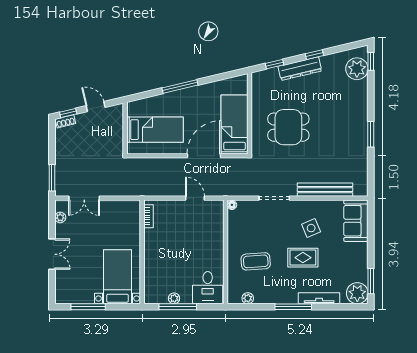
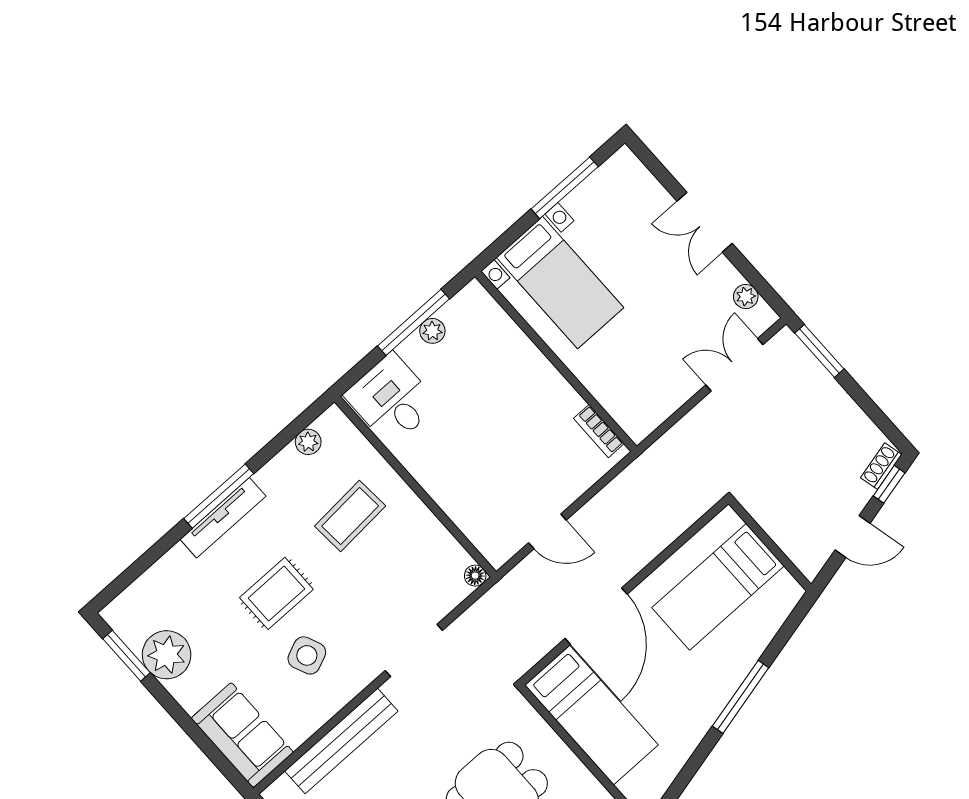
plant: (357, 293) -> (167, 655), moved
tv unit: (319, 298) -> (223, 518), moved

